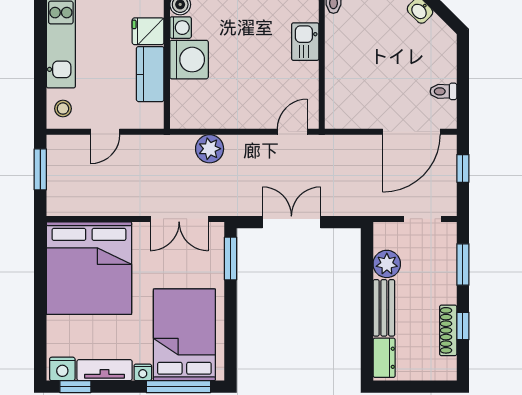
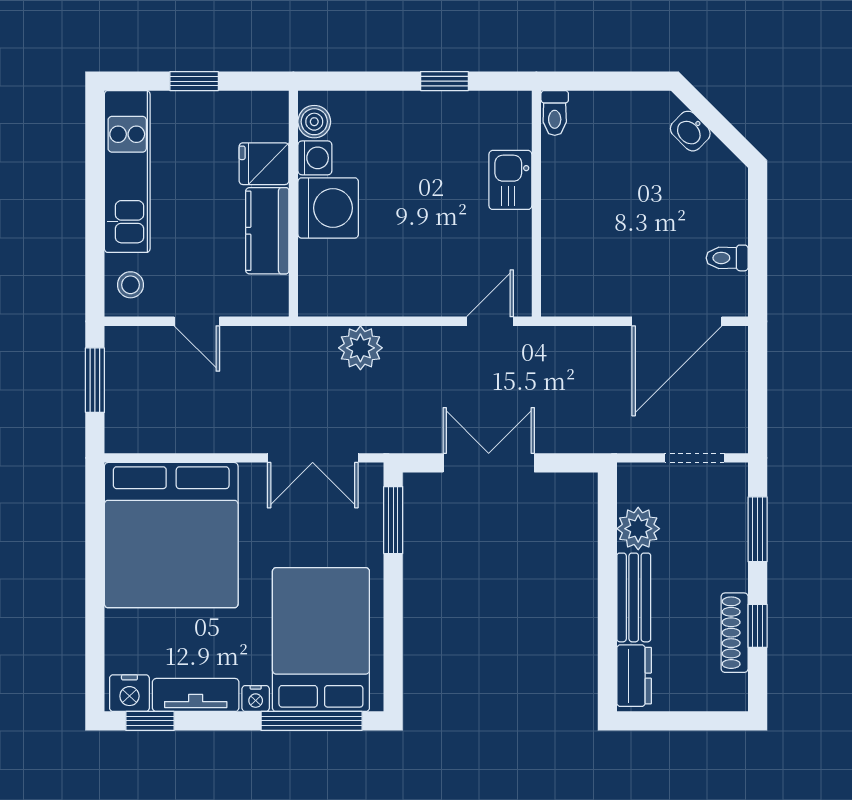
door: (105, 132) -> (197, 321), hinge flipped
window: (463, 168) -> (758, 379), removed

